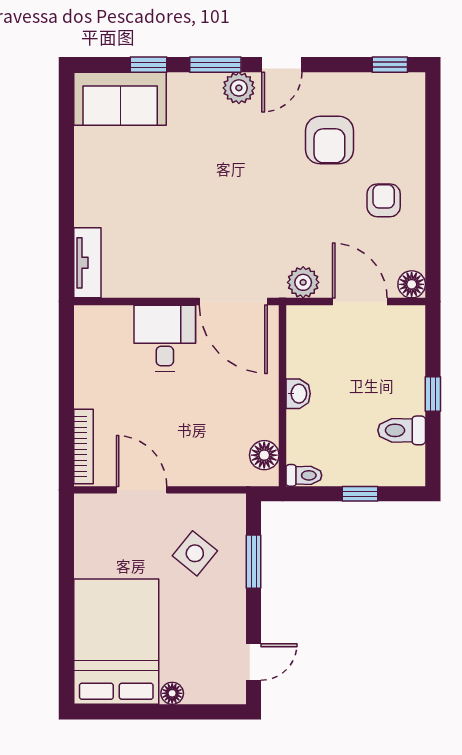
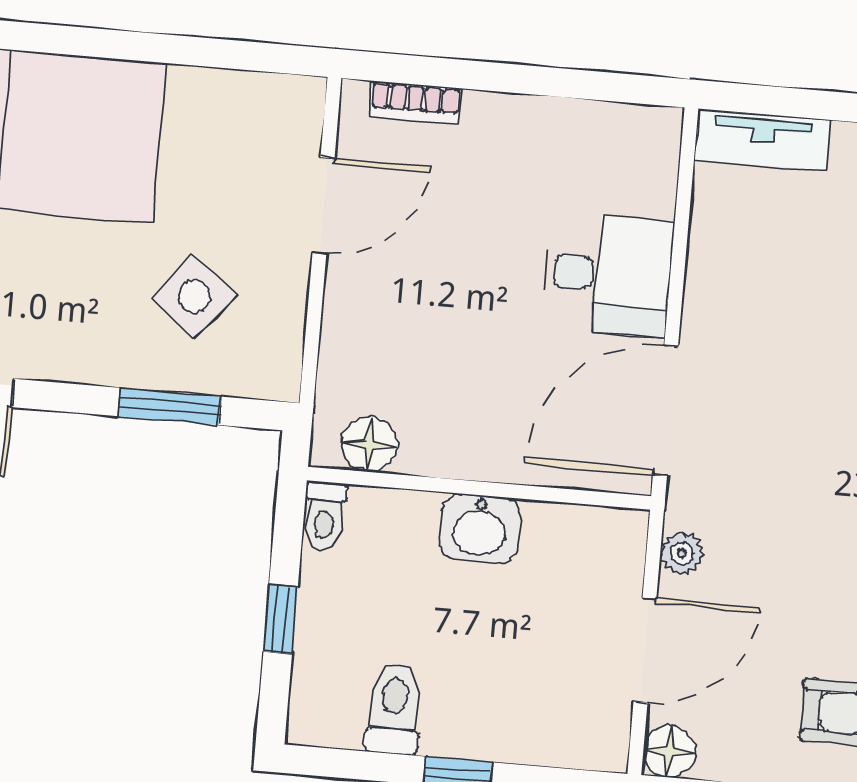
plant: (303, 282) -> (682, 553), width x0.73, depth x0.73
washbasin: (298, 394) -> (479, 529), width x1.38, depth x1.45
bookcase: (83, 446) -> (415, 103), width x0.64

